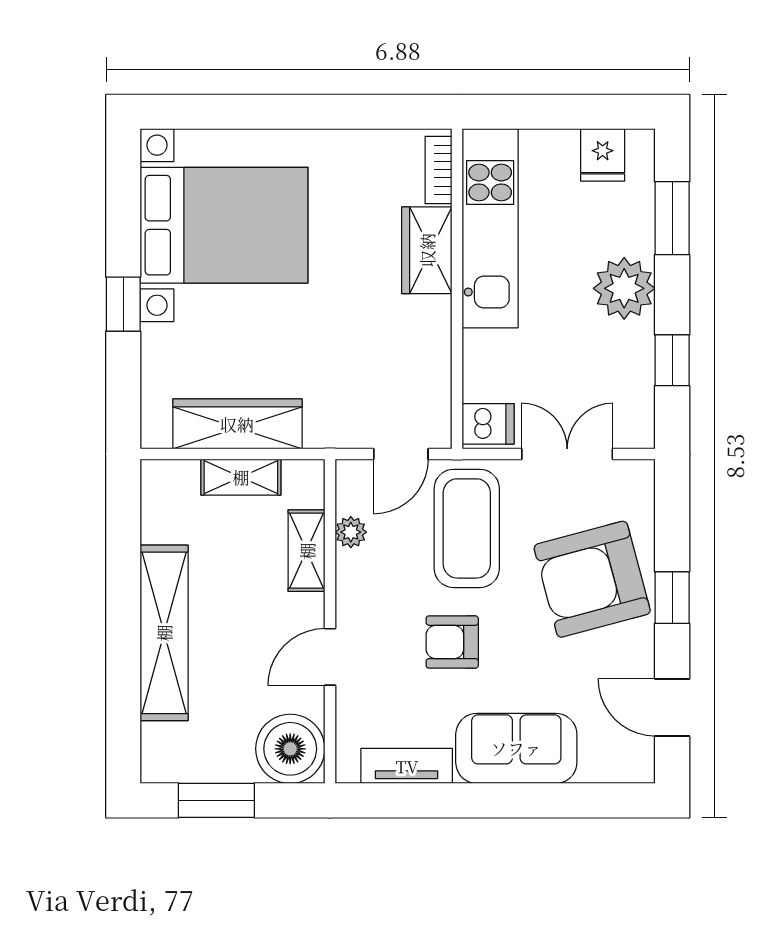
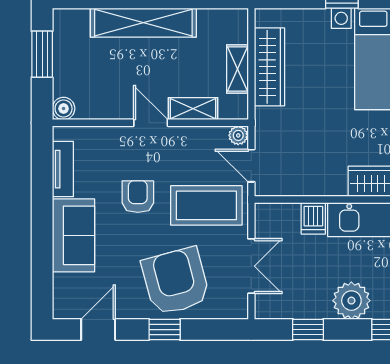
dishwasher: (488, 424) -> (313, 218), moved
plant: (351, 532) -> (238, 135), moved
door: (330, 657) -> (151, 123), moved
boiler: (290, 749) -> (64, 109), width x0.54, depth x0.54

